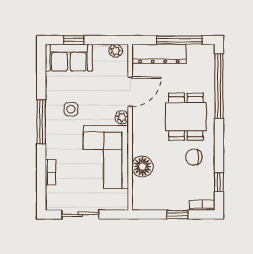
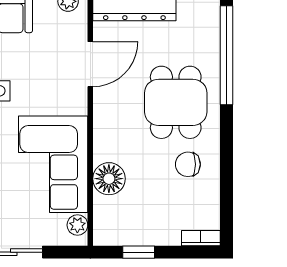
plant: (122, 117) -> (77, 225), moved
window: (219, 182) -> (226, 203), removed
window: (177, 214) -> (139, 252), moved

